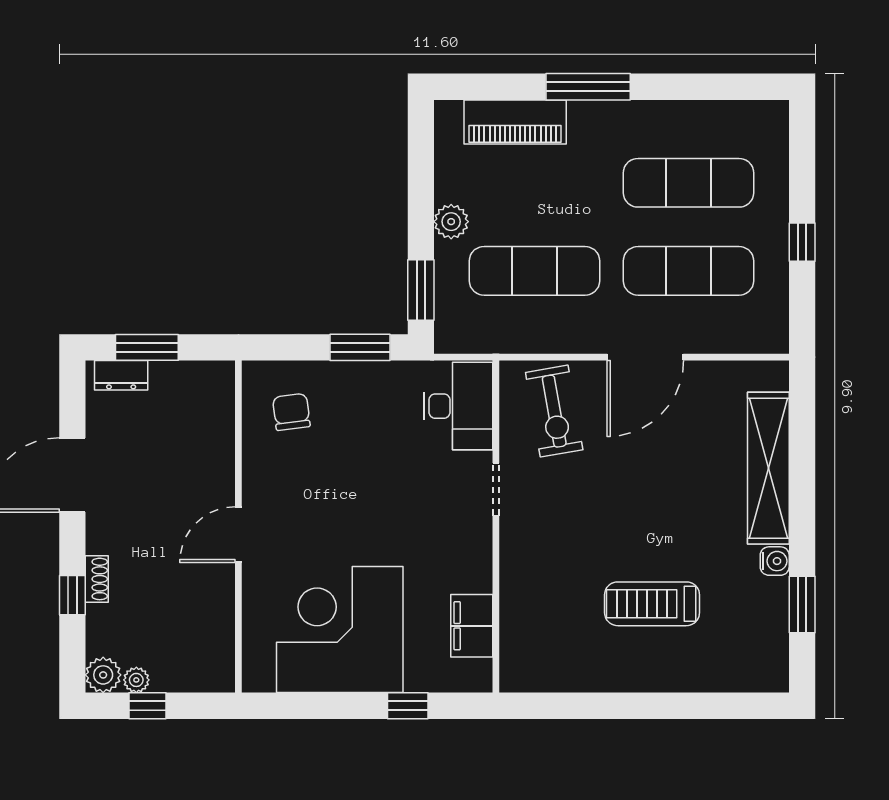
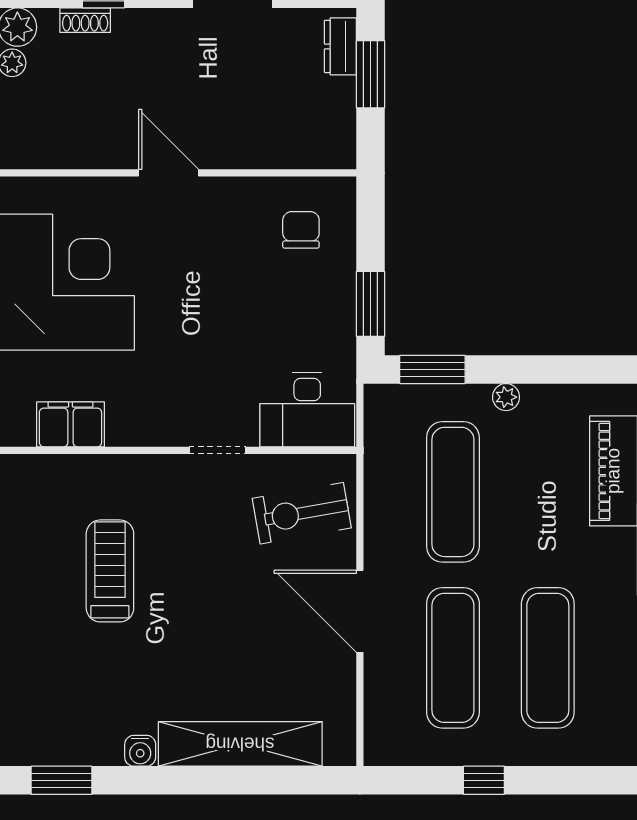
plant: (451, 222) -> (506, 397), width x0.73, depth x0.73
chair: (291, 412) -> (301, 230), turned -83
shoe rack: (97, 579) -> (85, 20), moved
treadmill: (652, 604) -> (110, 571), moved
window: (802, 604) -> (61, 780), moved

